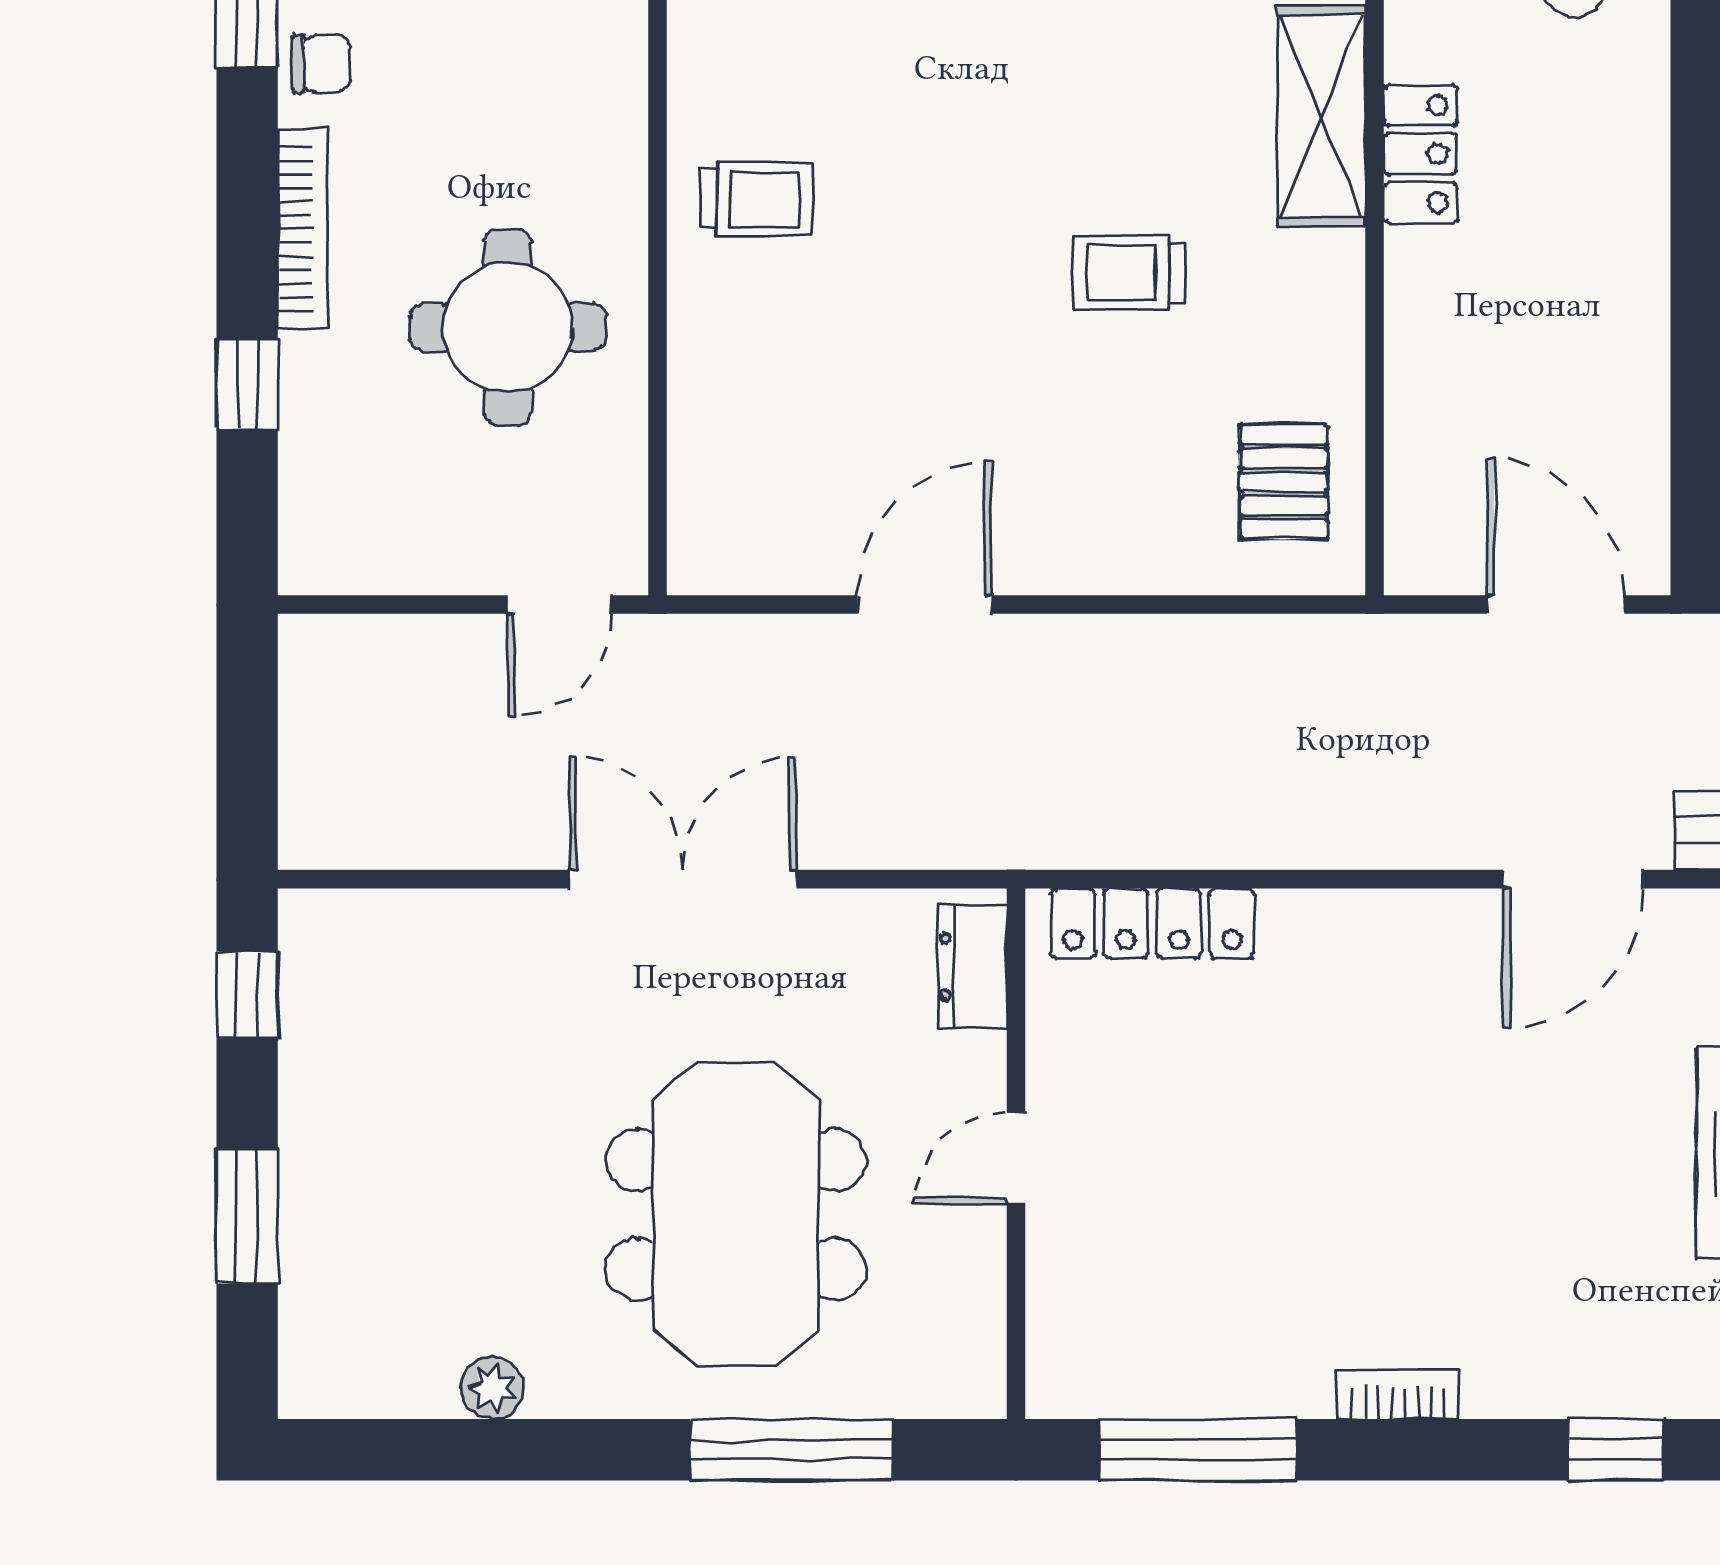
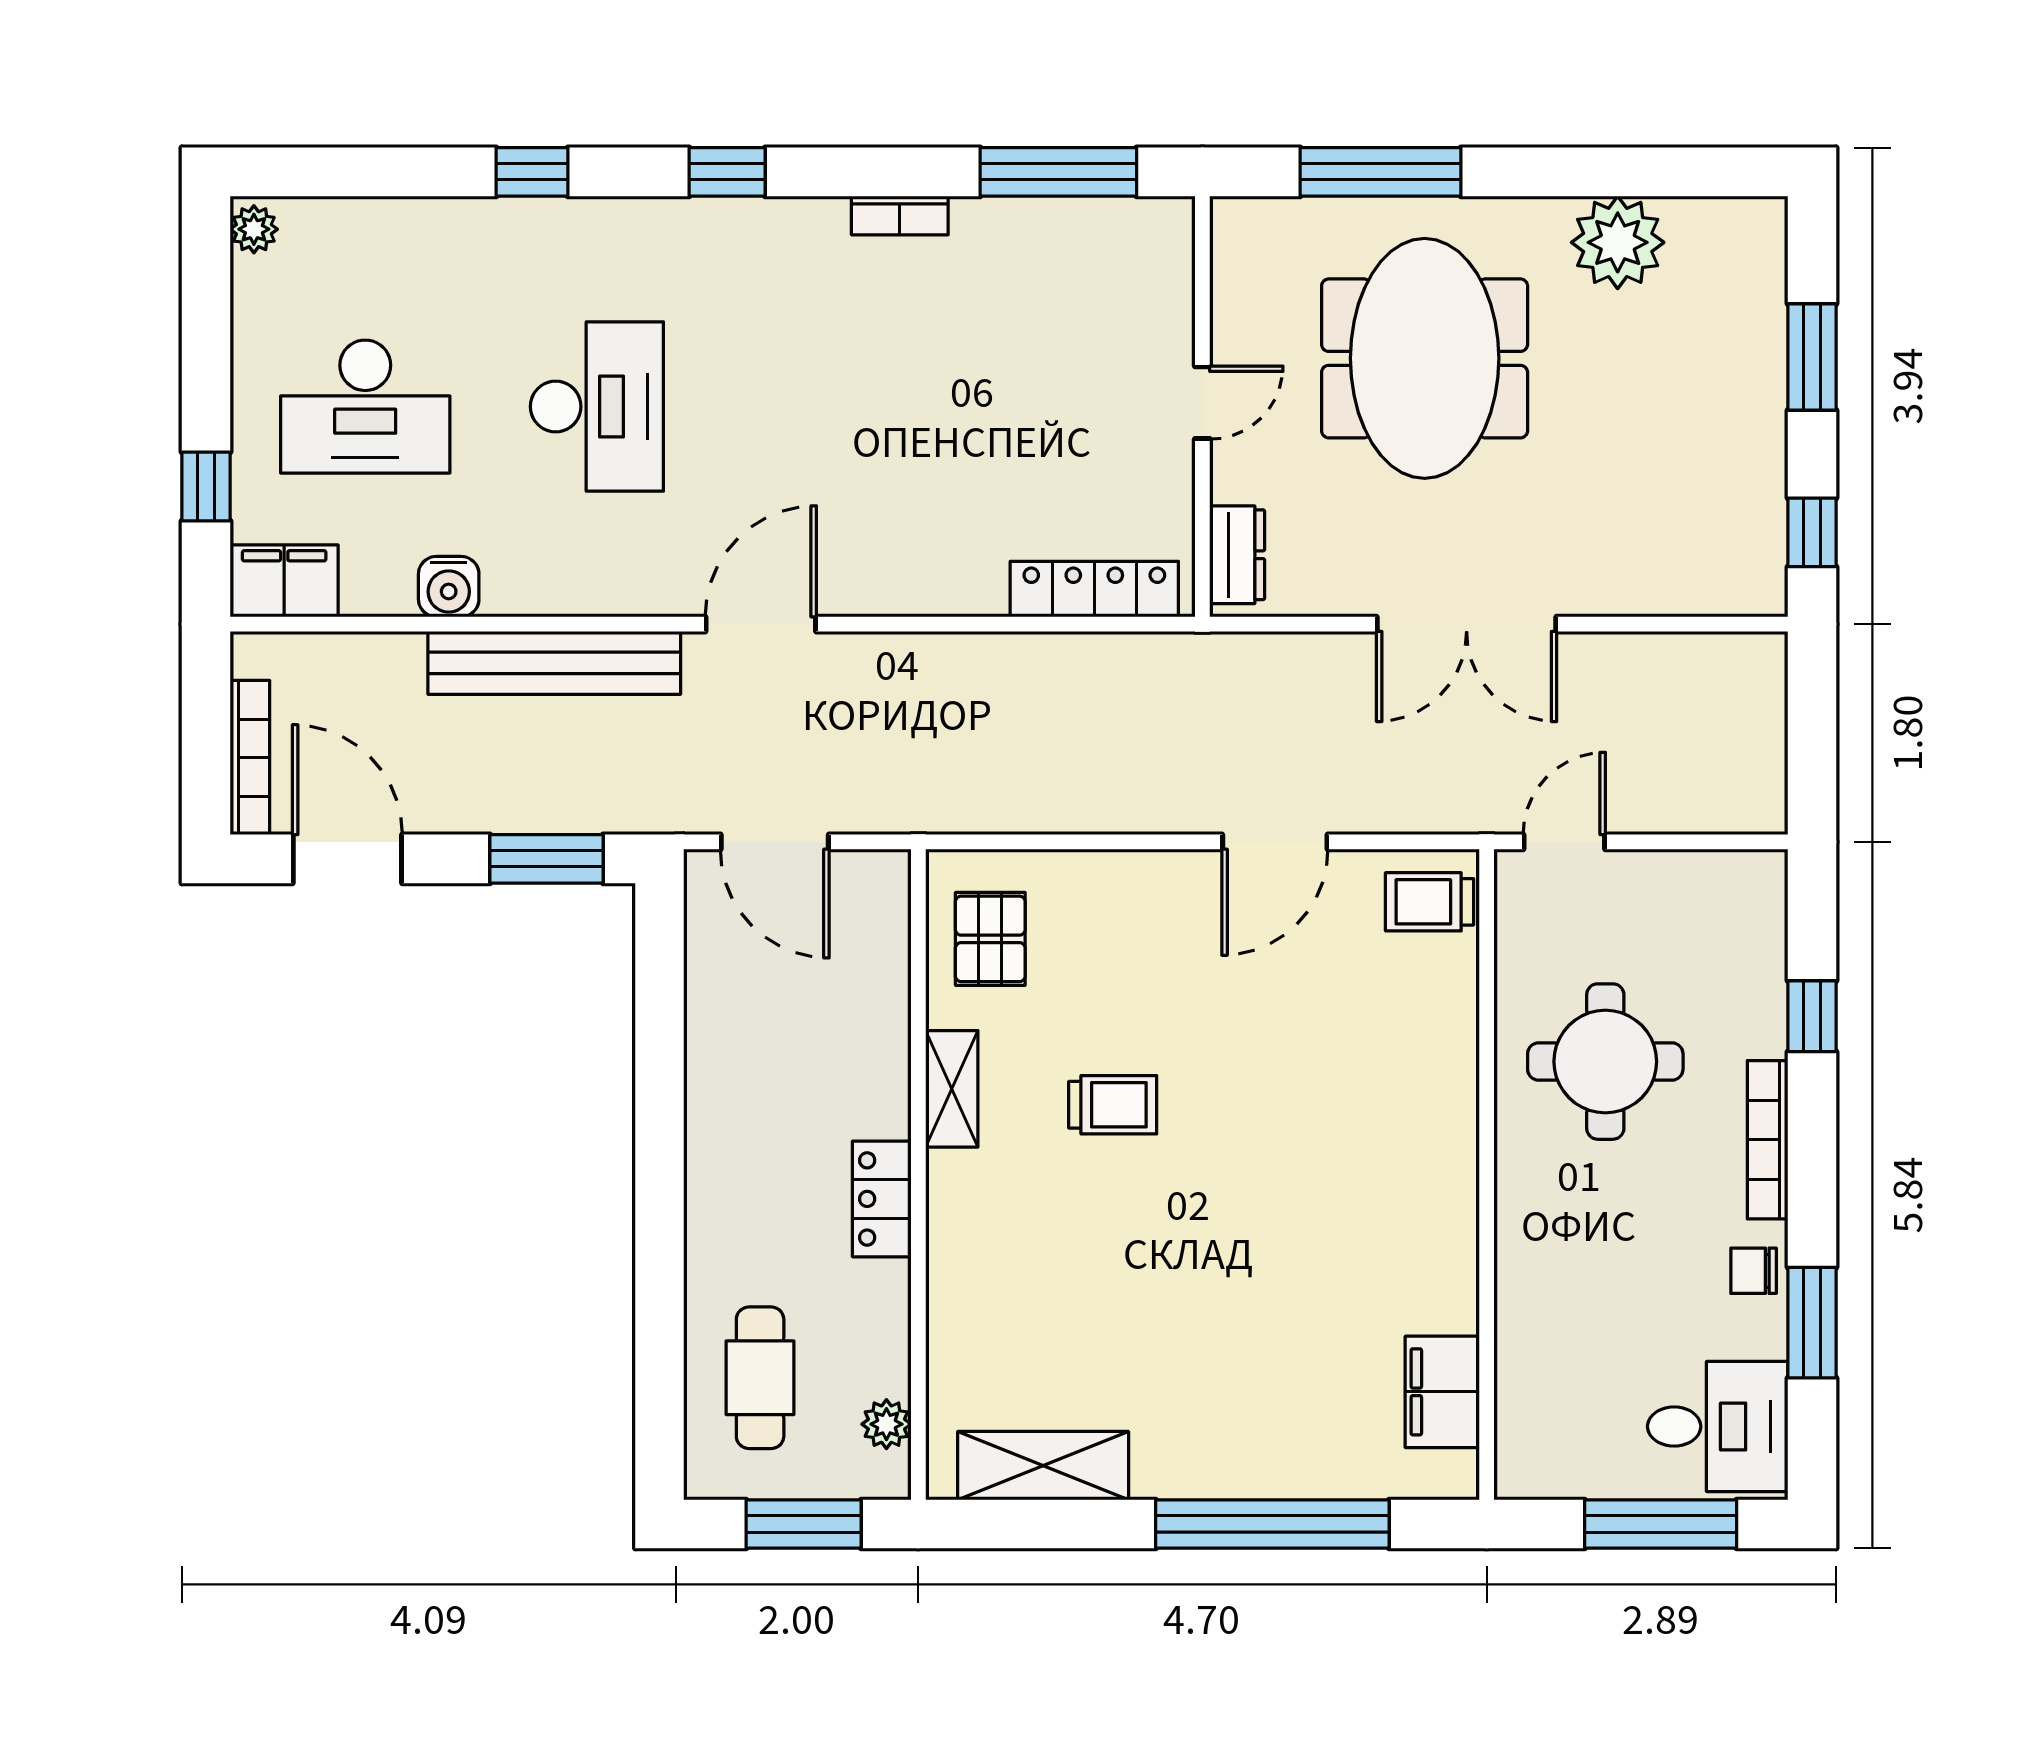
shelving: (1321, 116) -> (952, 1089), moved, width x0.67, depth x0.75
trolley: (757, 199) -> (1430, 902), moved
plant: (492, 1388) -> (1618, 242), width x1.87, depth x1.87

